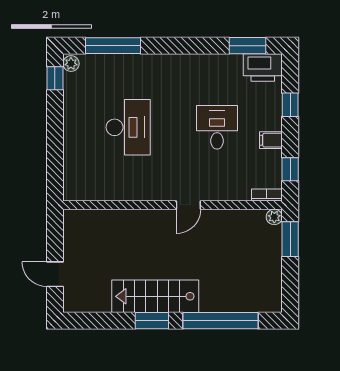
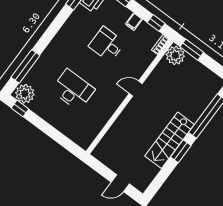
plant: (71, 64) -> (25, 94), width x1.88, depth x1.88
door: (188, 205) -> (136, 89), swing flipped
plant: (274, 217) -> (175, 55), width x1.87, depth x1.87

